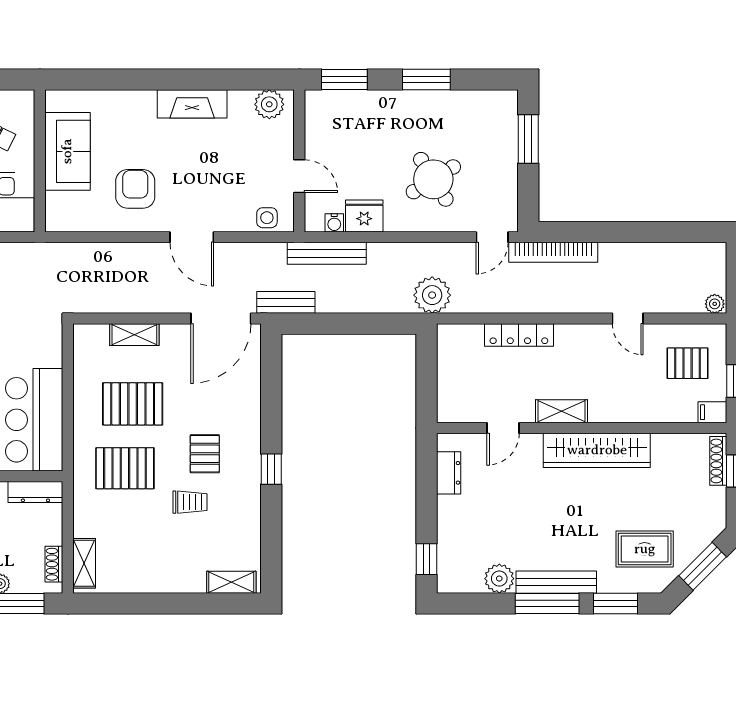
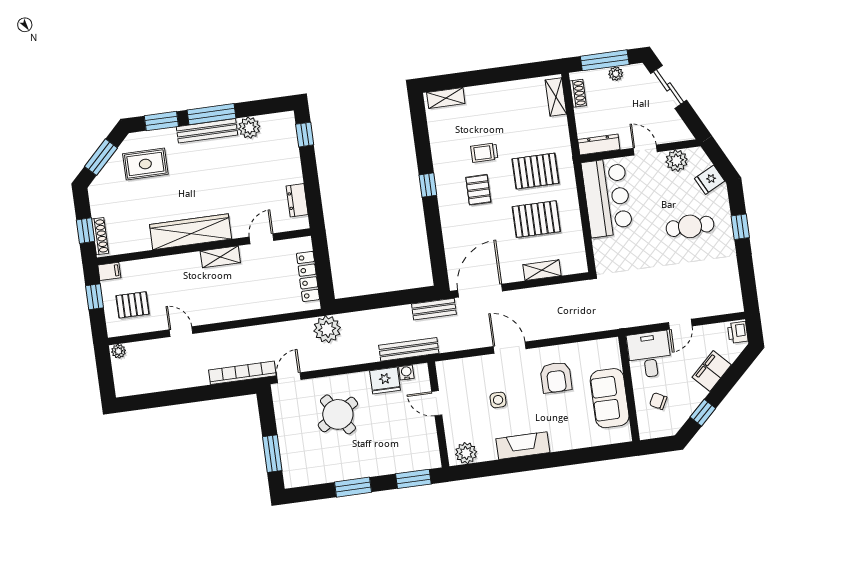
side table: (267, 218) -> (498, 400), moved
locker: (519, 335) -> (308, 276), moved, turned -90

